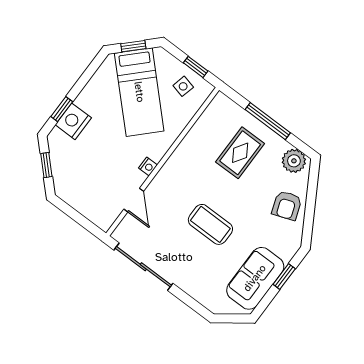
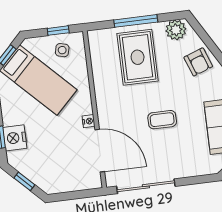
rug: (240, 153) -> (138, 57), width x1.36, depth x1.43
door: (134, 200) -> (100, 151), width x1.88
coffee table: (210, 224) -> (162, 120), width x0.73, depth x0.77

